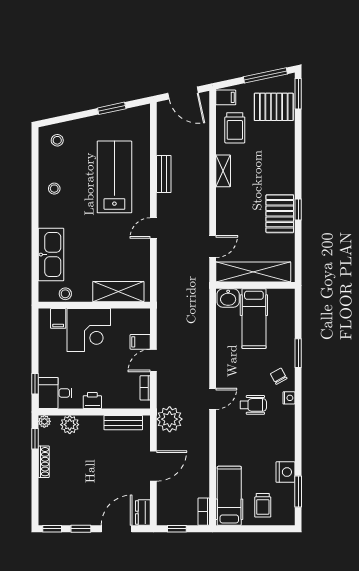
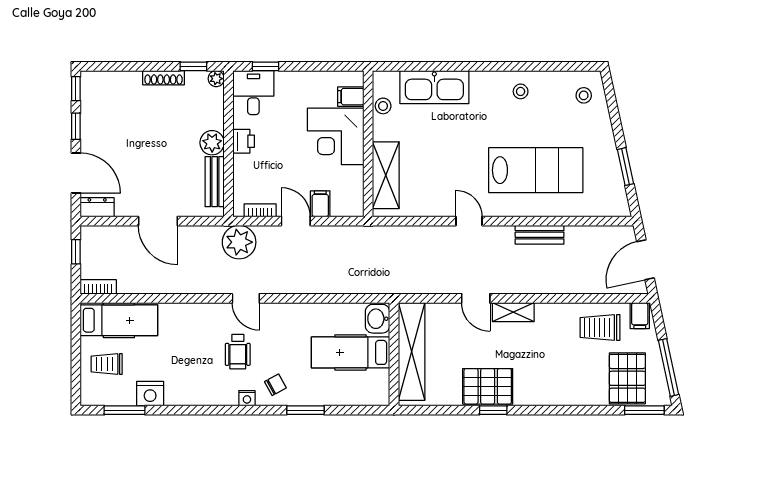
shelving: (223, 171) -> (513, 312), moved
door: (213, 247) -> (476, 298), moved
plant: (170, 419) -> (239, 242), moved
plant: (70, 425) -> (212, 143), moved

